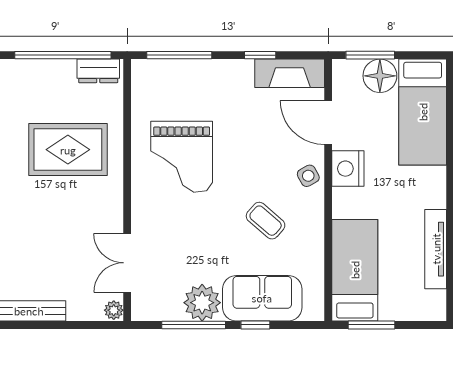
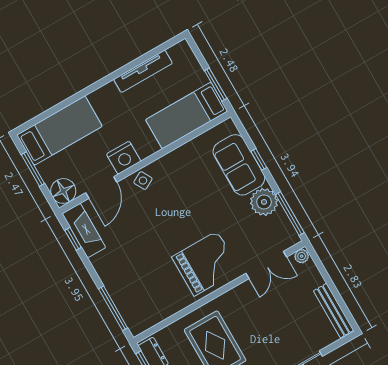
window: (260, 55) -> (73, 239), moved
window: (370, 55) -> (33, 169), moved
floor lamp: (380, 76) -> (63, 191), moved
grand piano: (182, 157) -> (206, 264), moved
coffee table: (266, 221) -> (188, 191), removed
window: (194, 325) -> (290, 214), moved

